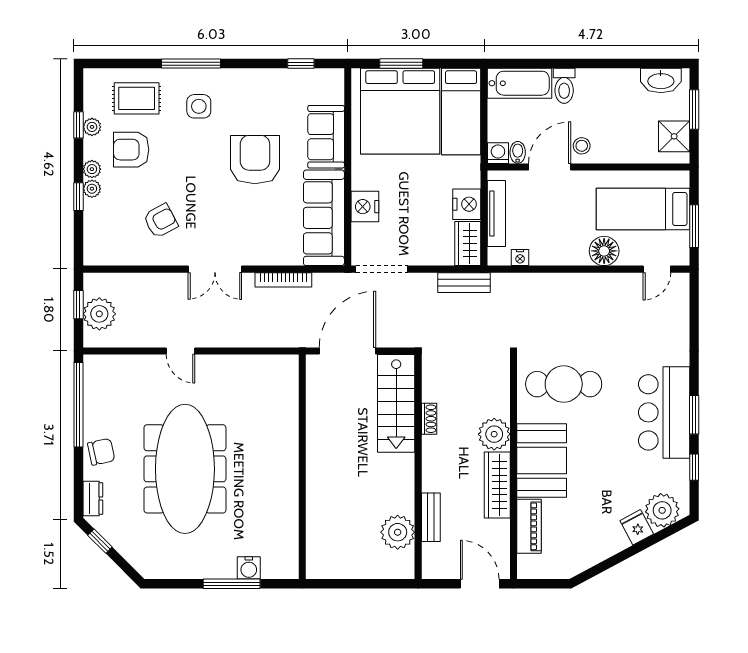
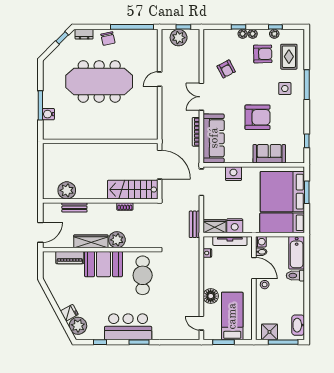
window: (694, 110) -> (283, 342), width x1.44
armchair: (131, 150) -> (263, 54), turned 89
sofa: (324, 218) -> (214, 138), moved, turned 90
window: (694, 415) -> (139, 342), moved

